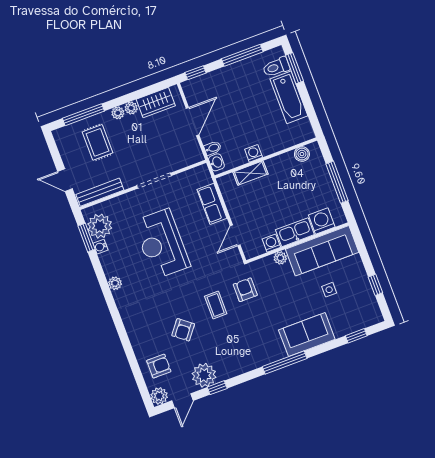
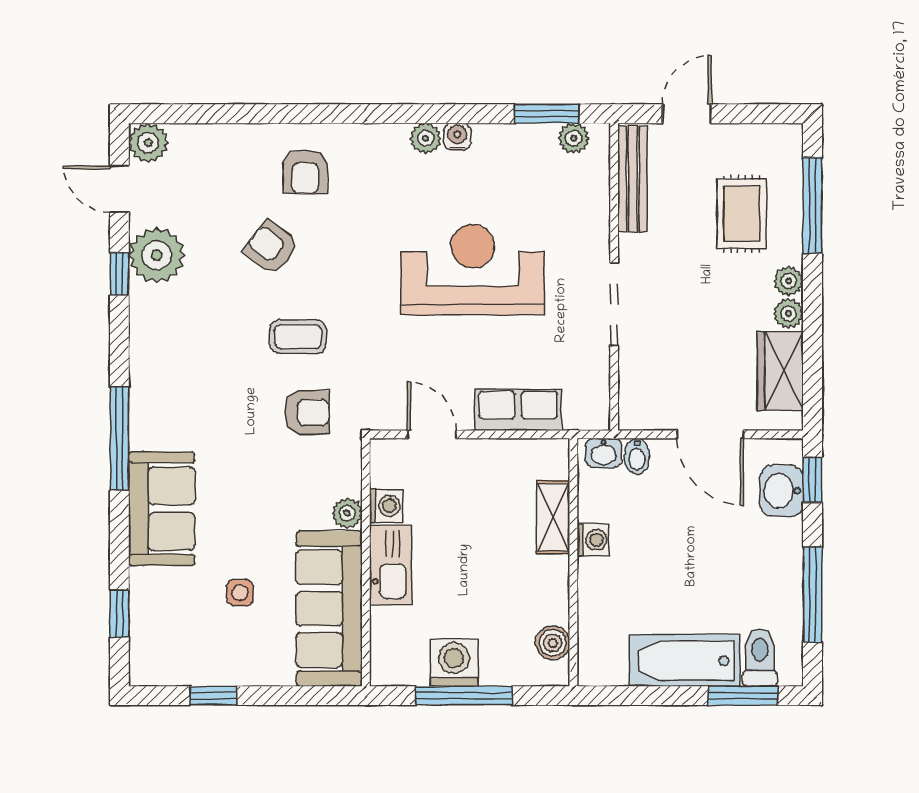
washbasin: (205, 84) -> (782, 491), added
rug: (98, 142) -> (742, 214), turned 90
washing machine: (322, 221) -> (454, 663), moved, turned -90
plant: (100, 226) -> (574, 138), width x0.53, depth x0.53
water cooler: (100, 247) -> (457, 136), moved
armchair: (159, 366) -> (305, 172), moved

